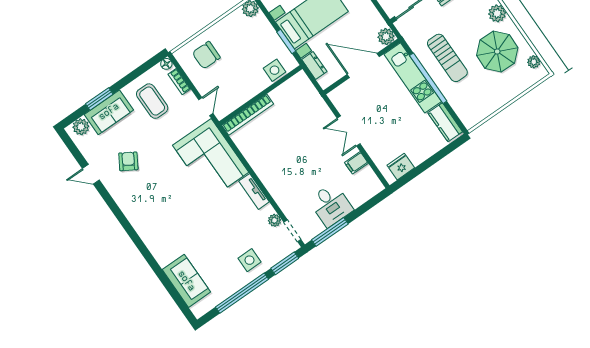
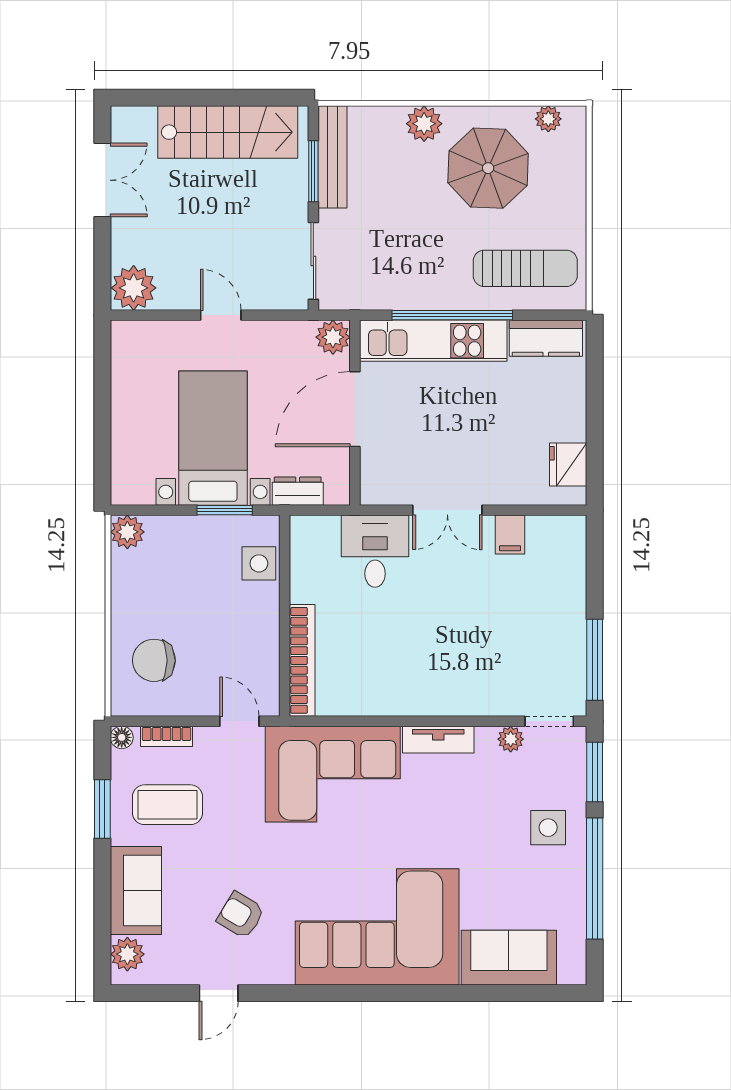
chair: (206, 55) -> (154, 660), turned 90
sun lounger: (447, 58) -> (525, 268), moved
window: (99, 99) -> (102, 809), moved
desk: (331, 205) -> (375, 551), moved, turned -90
corner sofa: (162, 219) -> (377, 927), added

